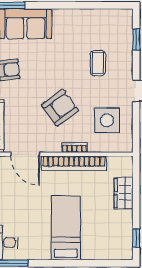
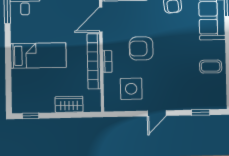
coffee table: (98, 63) -> (211, 67), moved
armchair: (60, 108) -> (141, 48), turned 126

